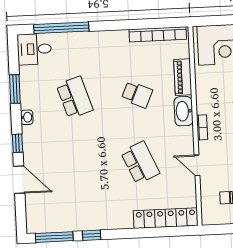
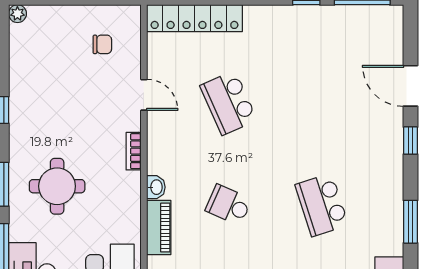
washbasin: (184, 111) -> (156, 187), width x0.52, depth x0.69
washbasin: (27, 117) -> (395, 179), removed

